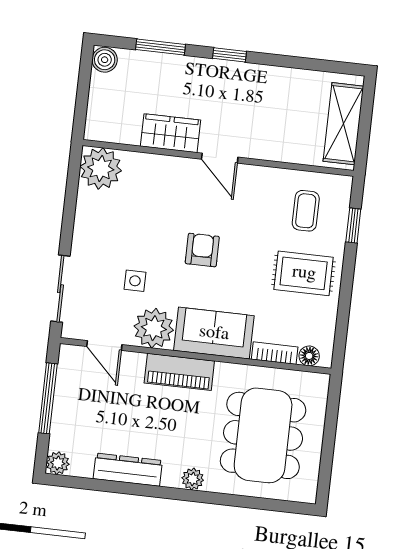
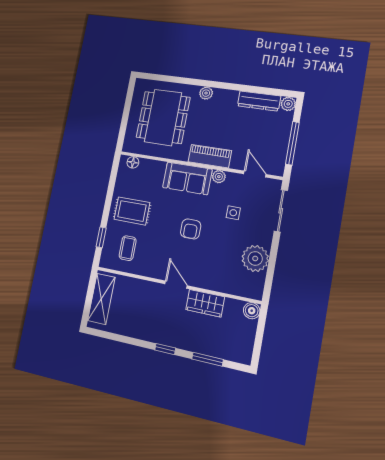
boiler: (105, 60) -> (252, 311), moved
plant: (101, 168) -> (255, 258), moved
plant: (154, 328) -> (219, 177), width x0.53, depth x0.53
bookcase: (275, 353) -> (153, 165), removed
dresser: (128, 470) -> (259, 101), moved

